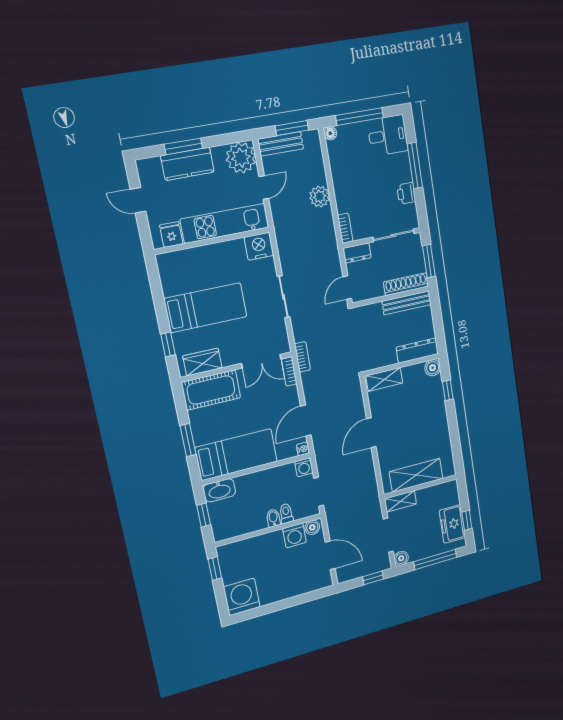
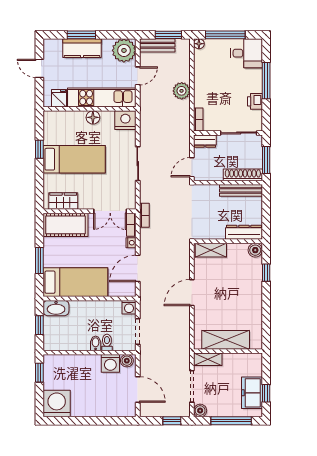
floor lamp: (219, 251) -> (93, 117), added
window: (168, 344) -> (39, 149), moved
nightstand: (303, 449) -> (131, 243), moved

